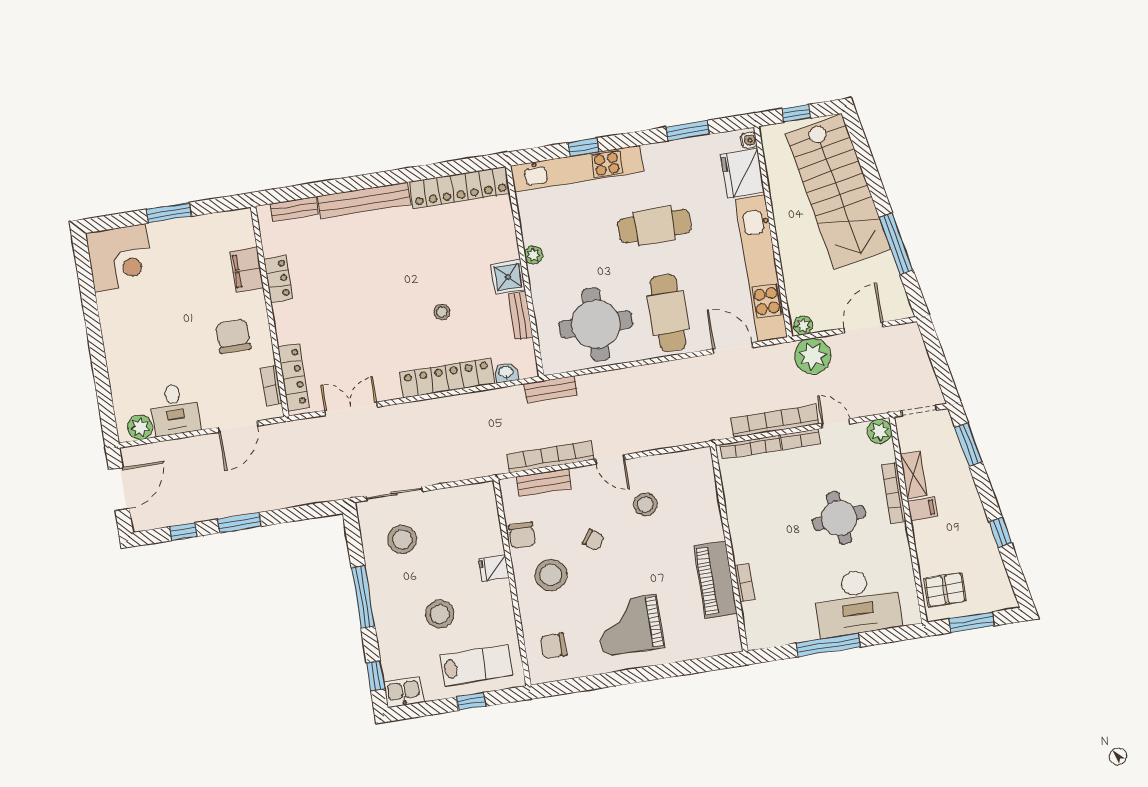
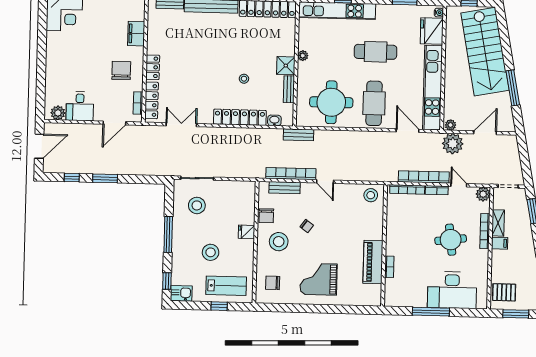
locker: (278, 279) -> (153, 67), moved
stool: (645, 504) -> (371, 195), moved

